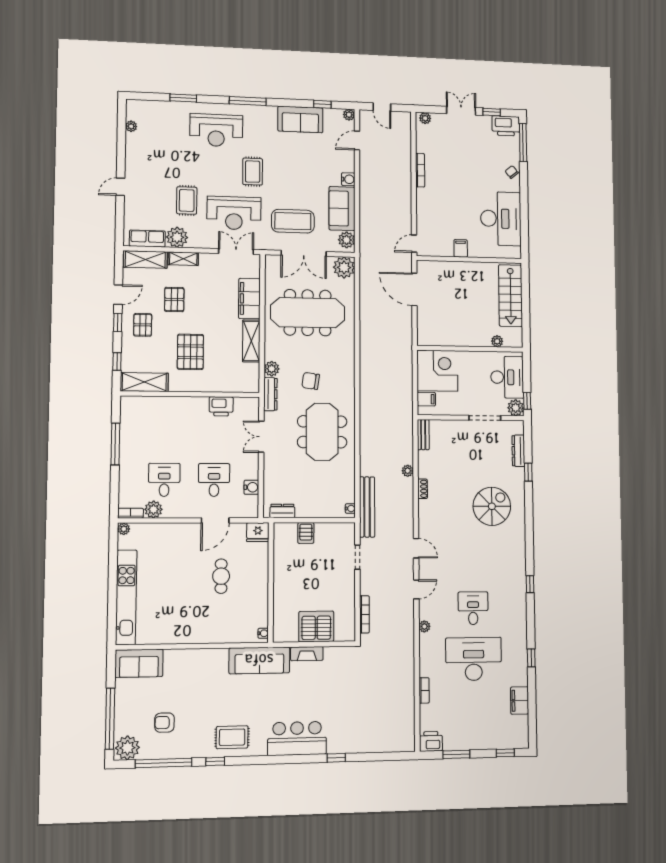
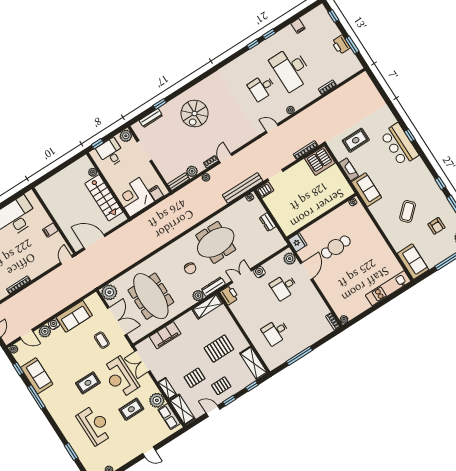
window: (248, 101) -> (36, 397), moved
reception desk: (216, 130) -> (95, 425), moved
reception desk: (234, 213) -> (120, 377), turned 180
coffee table: (293, 221) -> (102, 340), width x0.54, depth x0.58
plant: (347, 240) -> (45, 331), moved
door: (414, 244) -> (67, 260), swing flipped
door: (414, 289) -> (94, 242), swing flipped
stairs: (511, 296) -> (104, 198), moved, turned 90
shelving: (251, 341) -> (207, 306), moved
desk: (507, 377) -> (111, 152), width x0.73
window: (527, 401) -> (98, 144), moved
printer: (221, 406) -> (229, 295), moved
double door: (261, 437) -> (242, 276), swing flipped
plant: (425, 459) -> (192, 171), added
desk: (164, 480) -> (276, 332), moved
water cooler: (251, 487) -> (259, 272), moved
spiral stairs: (492, 506) -> (195, 114), turned -90
plant: (153, 509) -> (290, 259), moved
dresser: (282, 511) -> (268, 222), moved
door: (215, 520) -> (306, 271), hinge flipped
server rack: (306, 533) -> (265, 190), moved
door: (416, 548) -> (225, 158), moved
cafe table: (221, 576) -> (336, 247), width x1.37, depth x1.35
window: (530, 584) -> (253, 44), moved
kitchen unit: (126, 597) -> (388, 288), width x0.73
server rack: (316, 626) -> (320, 161), moved, turned -90
sofa: (259, 660) -> (366, 190), width x0.73
coffee table: (207, 696) -> (408, 211), added
filing cabinet: (520, 701) -> (298, 26), width x0.50
rug: (232, 737) -> (356, 140), moved, turned 90
printer: (431, 741) -> (341, 45), moved
window: (336, 758) -> (410, 135), moved

